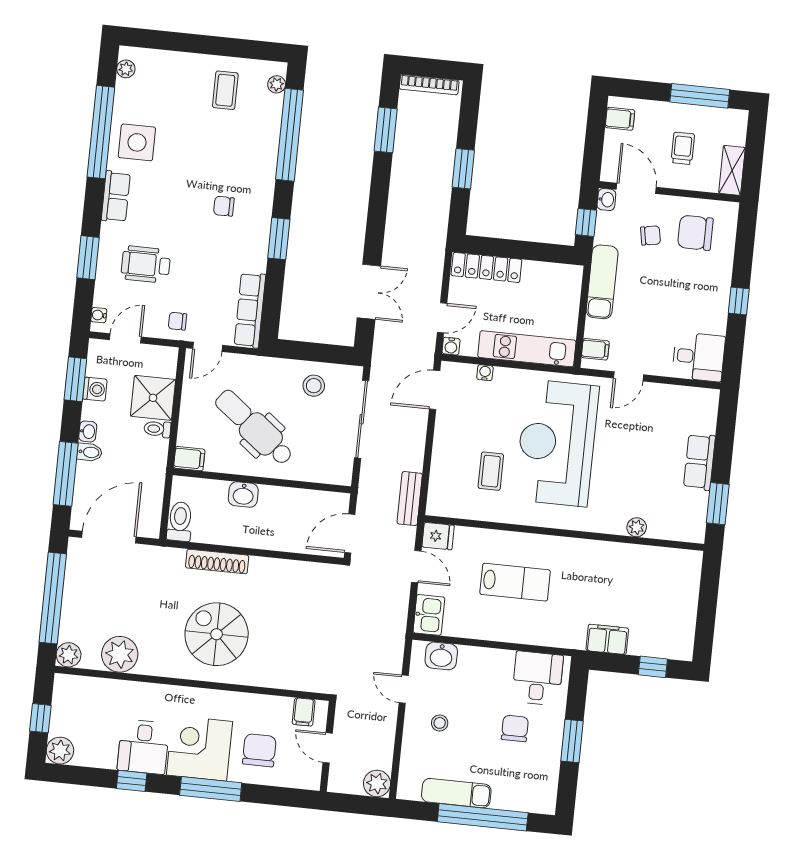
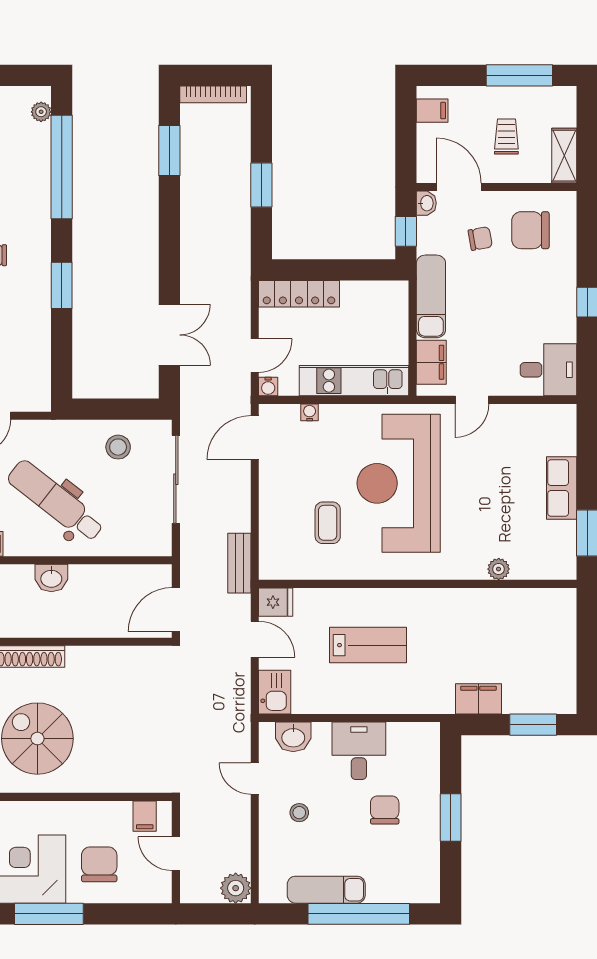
row of seats: (250, 310) -> (37, 369), removed
filing cabinet: (595, 349) -> (431, 362), width x2.00
window: (653, 667) -> (533, 725), width x1.50
desk: (537, 678) -> (359, 751), moved

